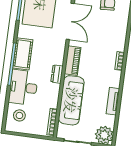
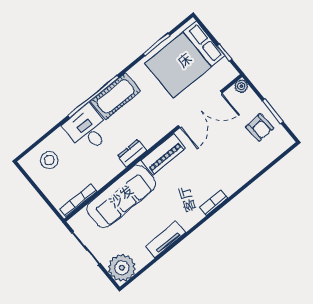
desk: (23, 87) -> (87, 129), width x0.73

